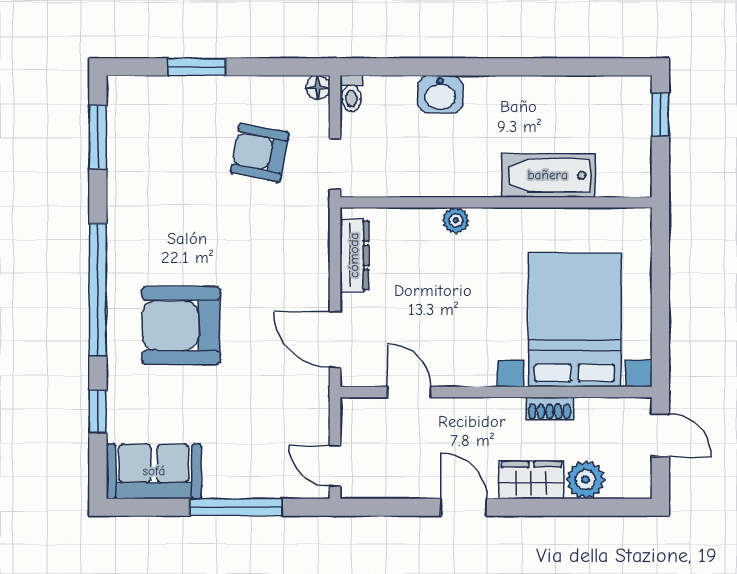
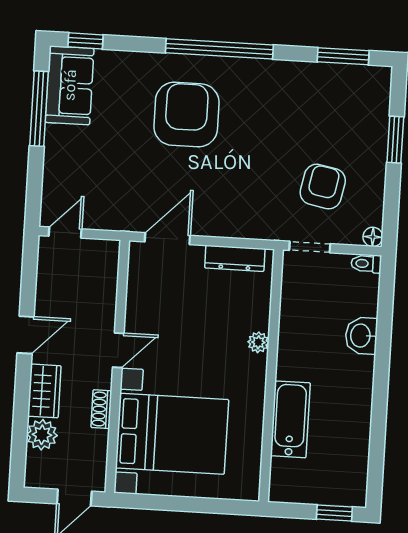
door: (409, 392) -> (118, 350), moved
window: (98, 411) -> (85, 41), moved
window: (236, 507) -> (39, 109), moved

